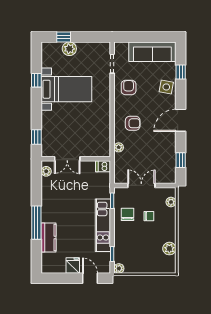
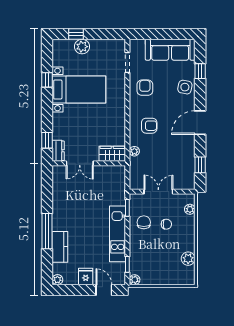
dresser: (47, 147) -> (58, 151), added
wardrobe: (98, 150) -> (112, 154), added
dishwasher: (103, 166) -> (118, 171), removed
plant: (46, 171) -> (57, 280), moved

